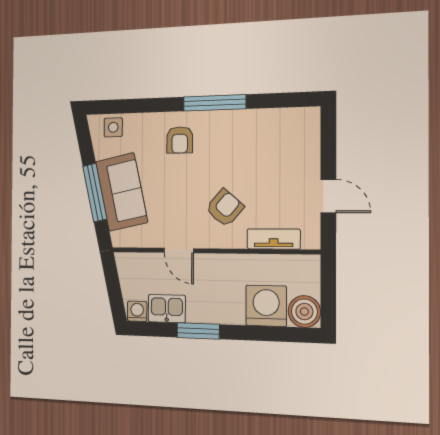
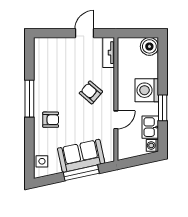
tv unit: (274, 239) -> (109, 53), moved
washing machine: (266, 306) -> (147, 90), moved

